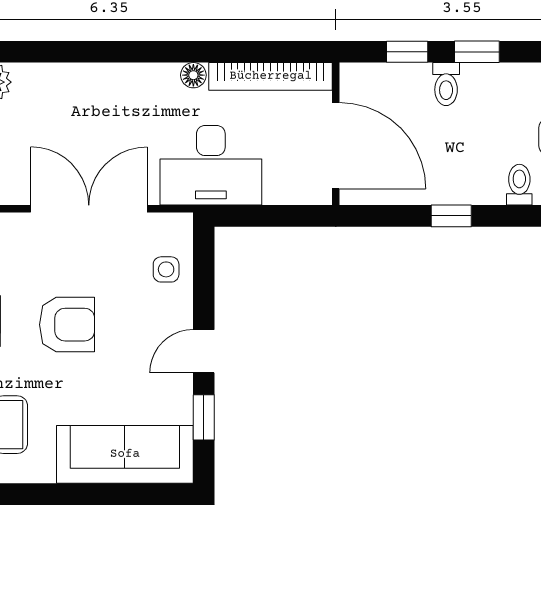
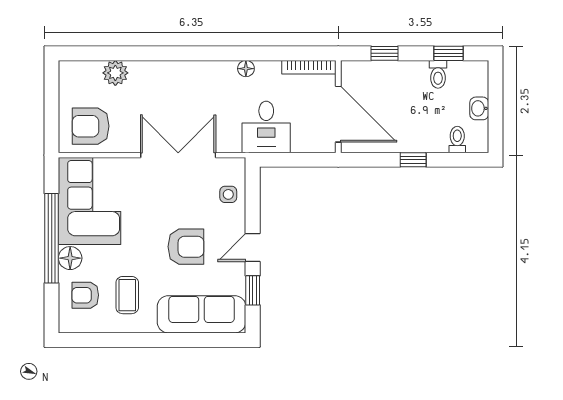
window: (477, 52) -> (448, 53), moved
bookcase: (271, 76) -> (309, 67), width x0.68, depth x0.76
toilet: (446, 84) -> (438, 74), moved
desk: (211, 165) -> (266, 127), width x0.73
armchair: (67, 325) -> (186, 247), moved

